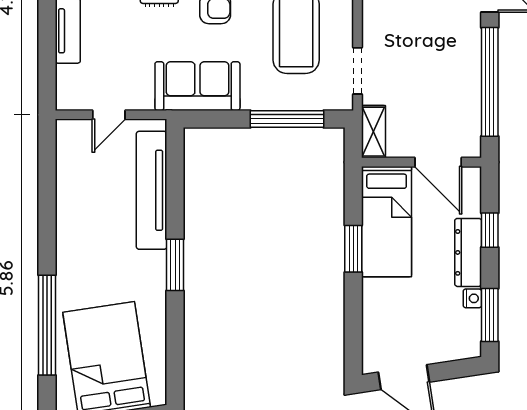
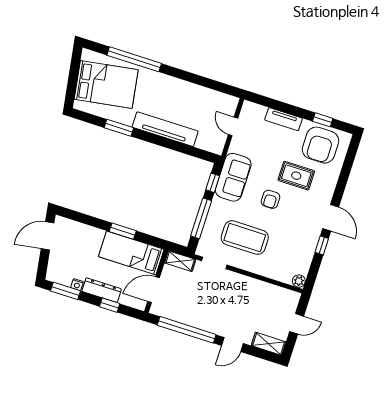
window: (219, 119) -> (213, 183), added
tv unit: (152, 190) -> (165, 129), moved
window: (175, 265) -> (119, 128), moved

